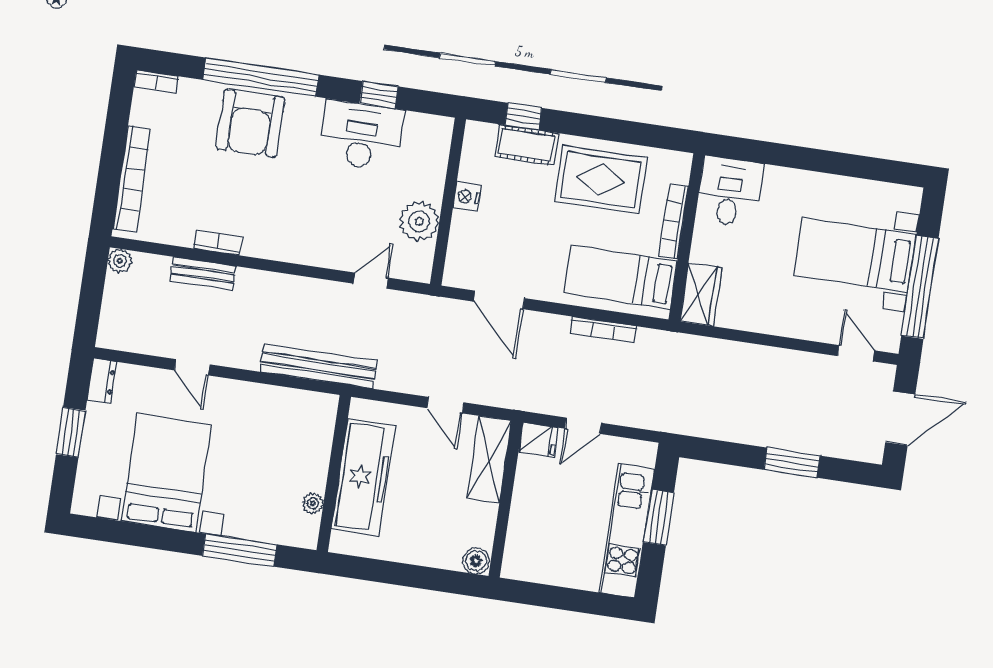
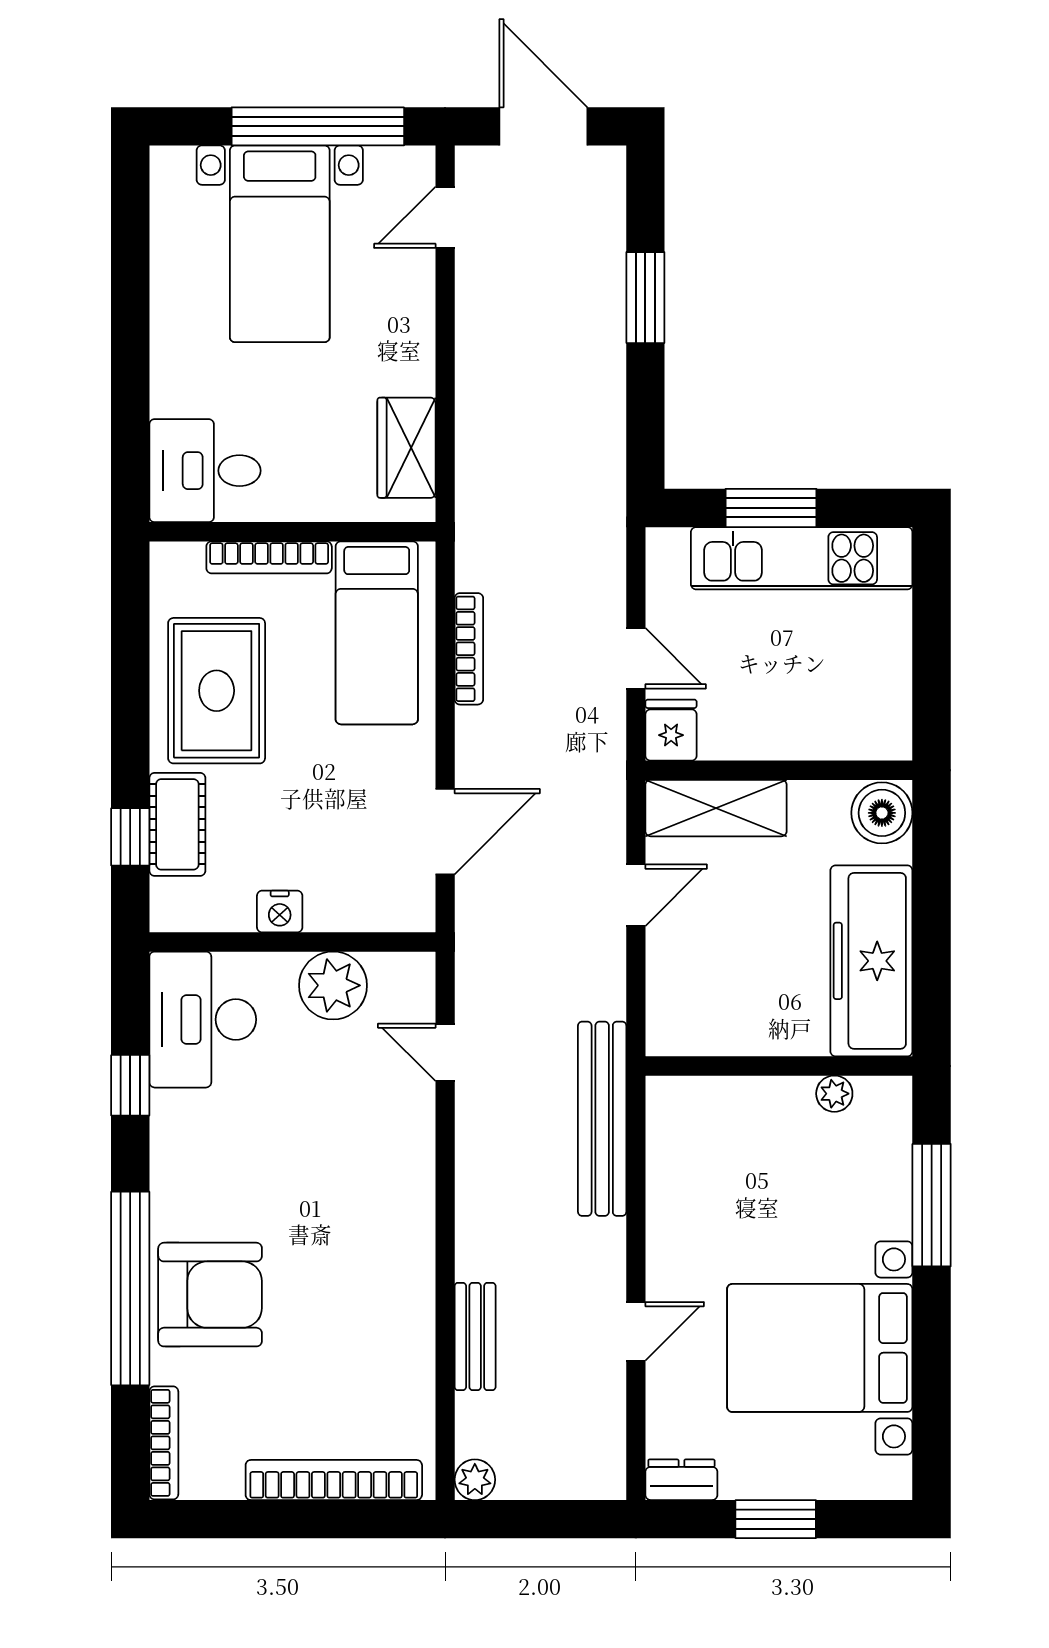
bookcase: (156, 82) -> (164, 1443), width x1.56
desk: (361, 135) -> (203, 1020), moved
bookcase: (218, 243) -> (419, 1319), removed
wardrobe: (701, 295) -> (406, 448), moved, turned -90
freezer: (363, 477) -> (871, 961), moved, turned -90
boiler: (476, 561) -> (882, 813), width x1.36, depth x1.36

